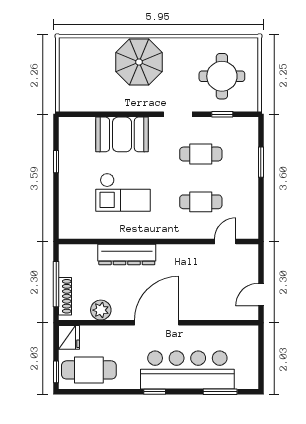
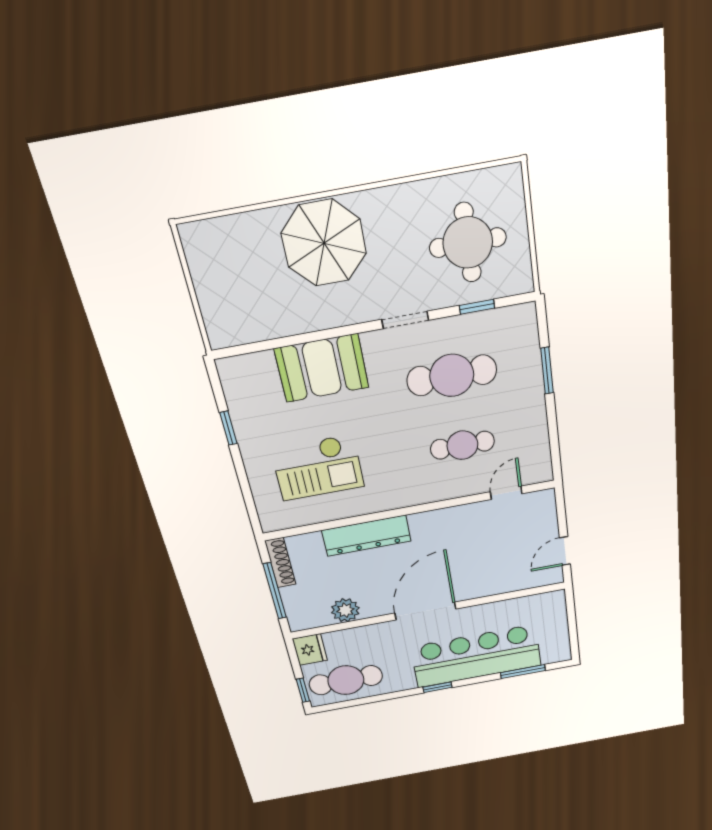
cafe table: (201, 154) -> (452, 375), width x1.37, depth x1.35
checkout: (123, 192) -> (318, 468), moved
shoe rack: (65, 296) -> (280, 563), moved

